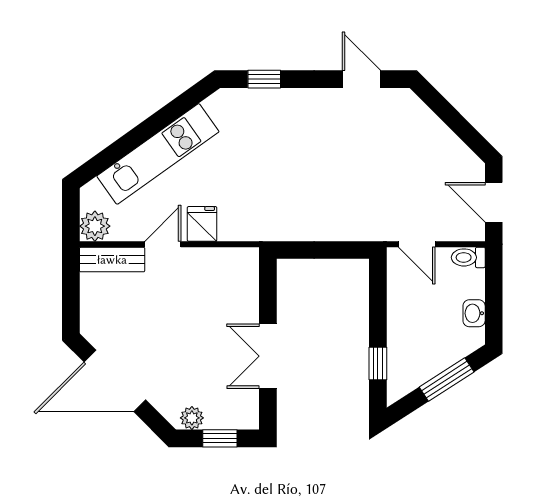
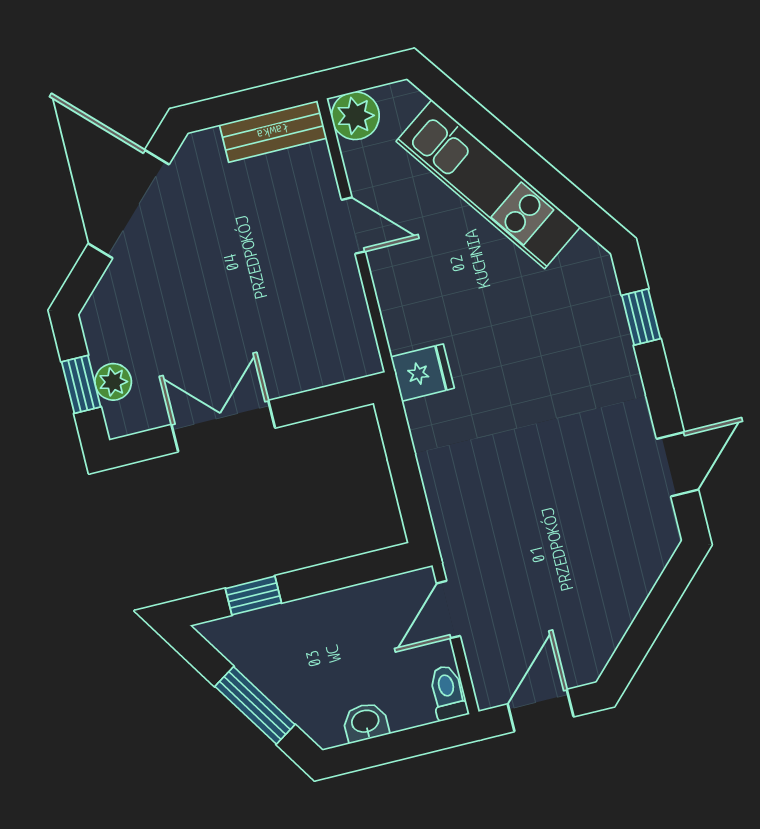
fridge: (202, 224) -> (422, 373), moved
bench: (112, 260) -> (273, 131), moved, turned 90
plant: (192, 418) -> (113, 382), moved

